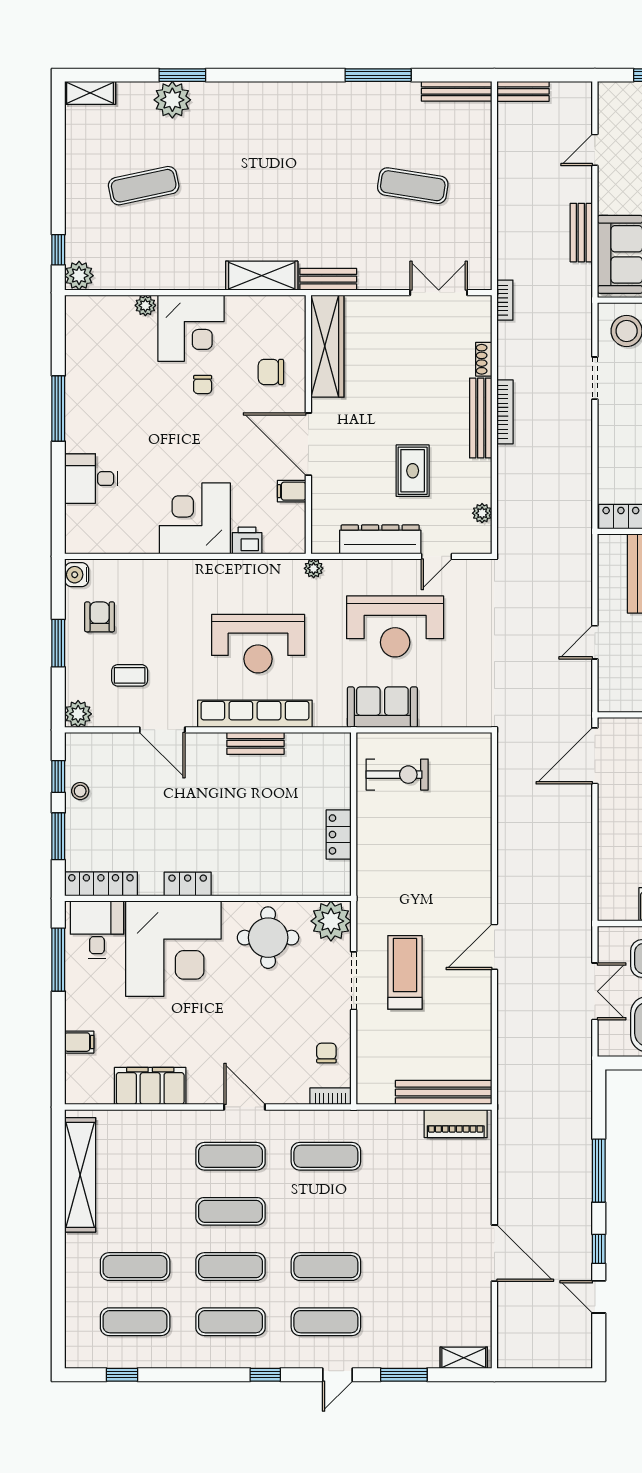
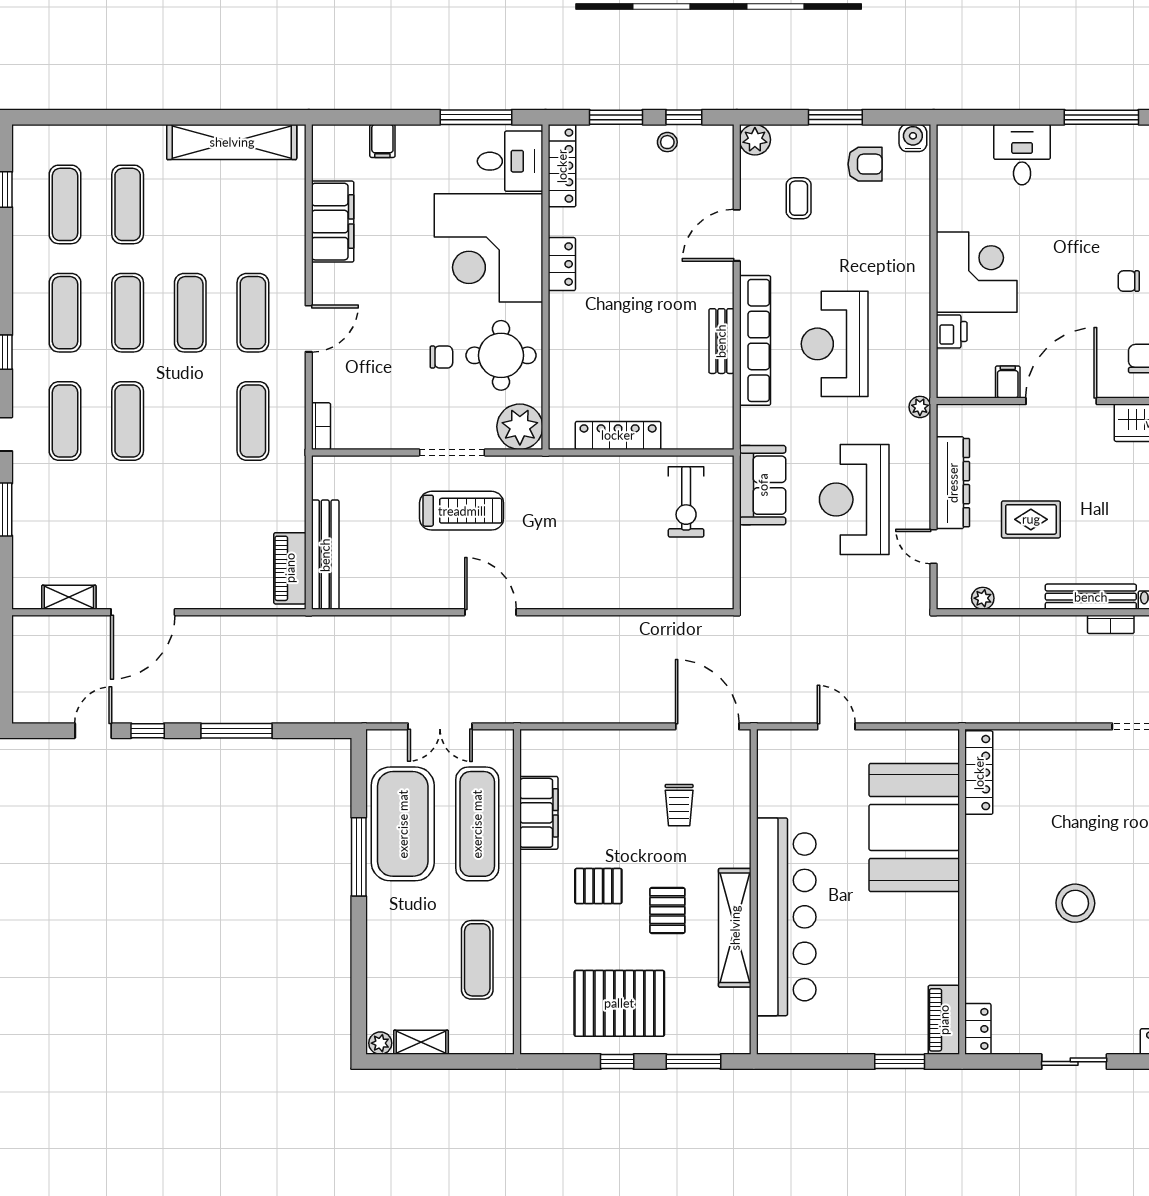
bookcase: (505, 412) -> (1111, 624), width x0.64
locker: (339, 834) -> (618, 435), width x1.53
chair: (326, 1053) -> (441, 357), moved
shelving: (464, 1358) -> (69, 597), moved, turned 90

